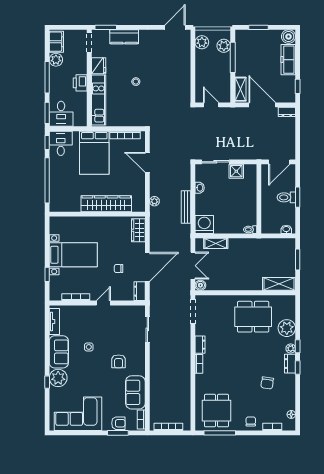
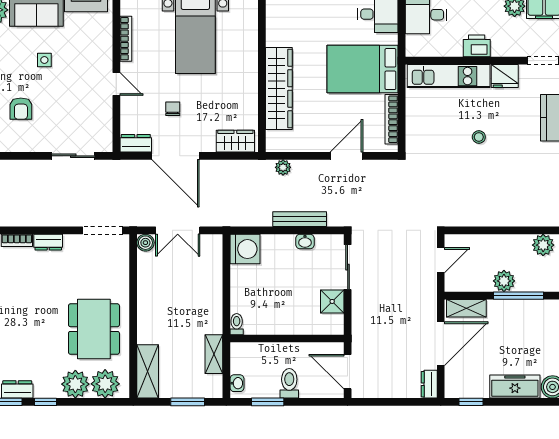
plant: (224, 46) -> (504, 281), moved
window: (298, 197) -> (268, 402), moved
bench: (186, 207) -> (300, 219), moved
shelving: (216, 243) -> (214, 354), moved
plant: (291, 348) -> (105, 384), moved, width x1.88, depth x1.88
armchair: (119, 361) -> (21, 109), turned -90

